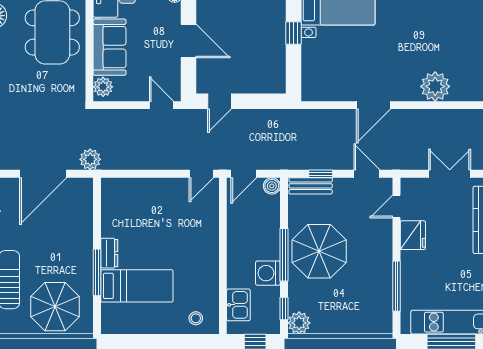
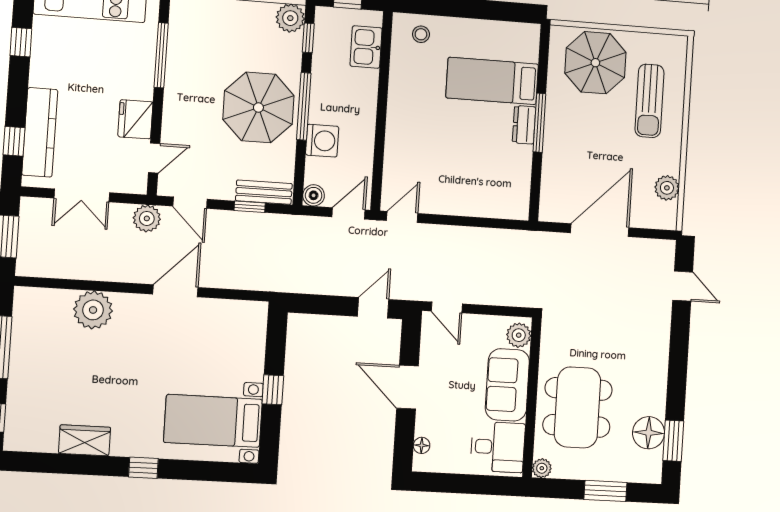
plant: (90, 159) -> (147, 218), moved
window: (97, 272) -> (539, 123), moved
washing machine: (268, 273) -> (322, 141), moved

